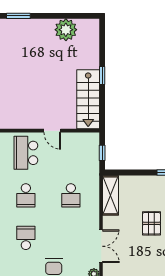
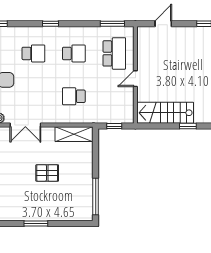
school desk: (26, 153) -> (114, 53), turned 90
school desk: (26, 195) -> (74, 53), turned 180

